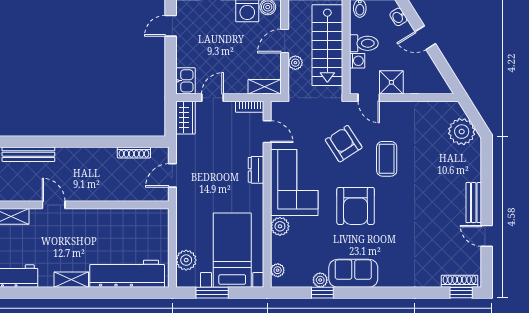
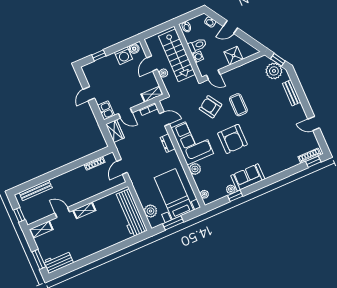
door: (171, 26) -> (89, 94), moved
shower: (391, 82) -> (234, 56), moved
door: (212, 98) -> (125, 113), swing flipped
window: (475, 118) -> (278, 60), added
bench: (474, 203) -> (292, 93), moved
workbench: (127, 274) -> (131, 213), moved, turned -90
shelving: (71, 280) -> (84, 210), moved

